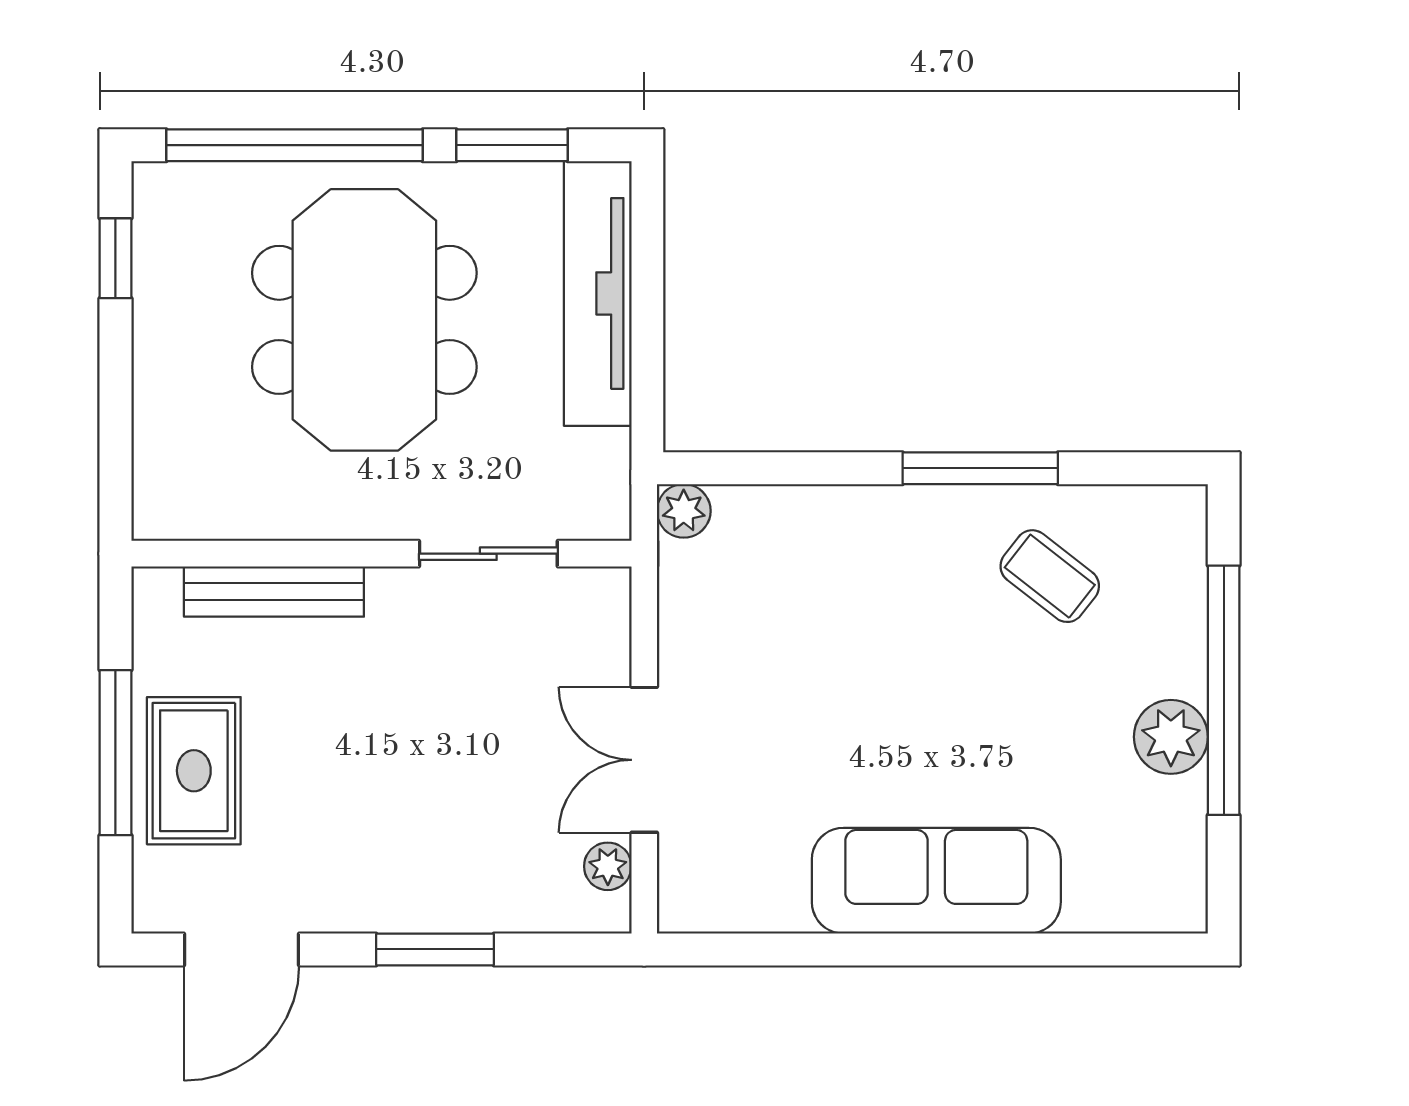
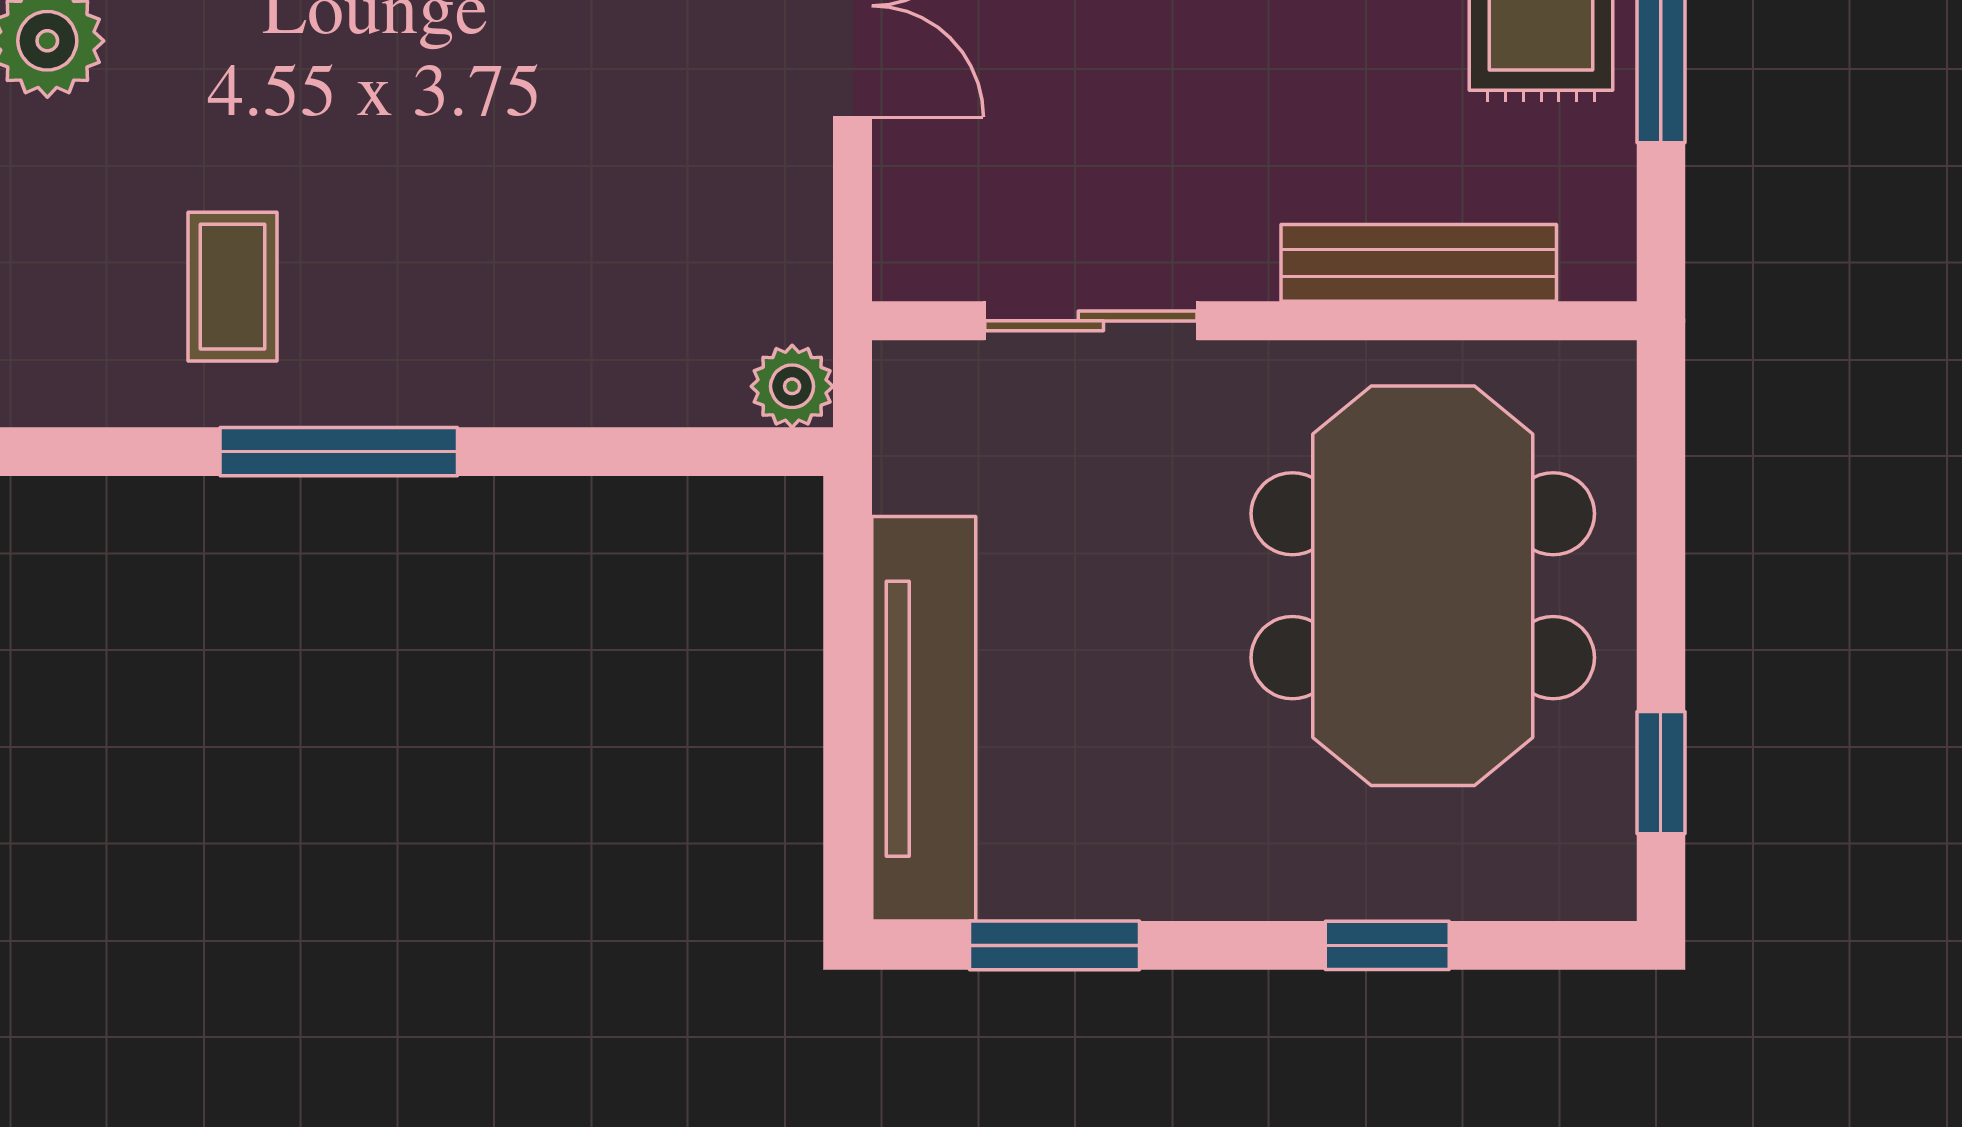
window: (294, 145) -> (1387, 945), width x0.32
meeting table: (364, 320) -> (1423, 586), moved
coffee table: (1050, 576) -> (232, 287), turned 52

